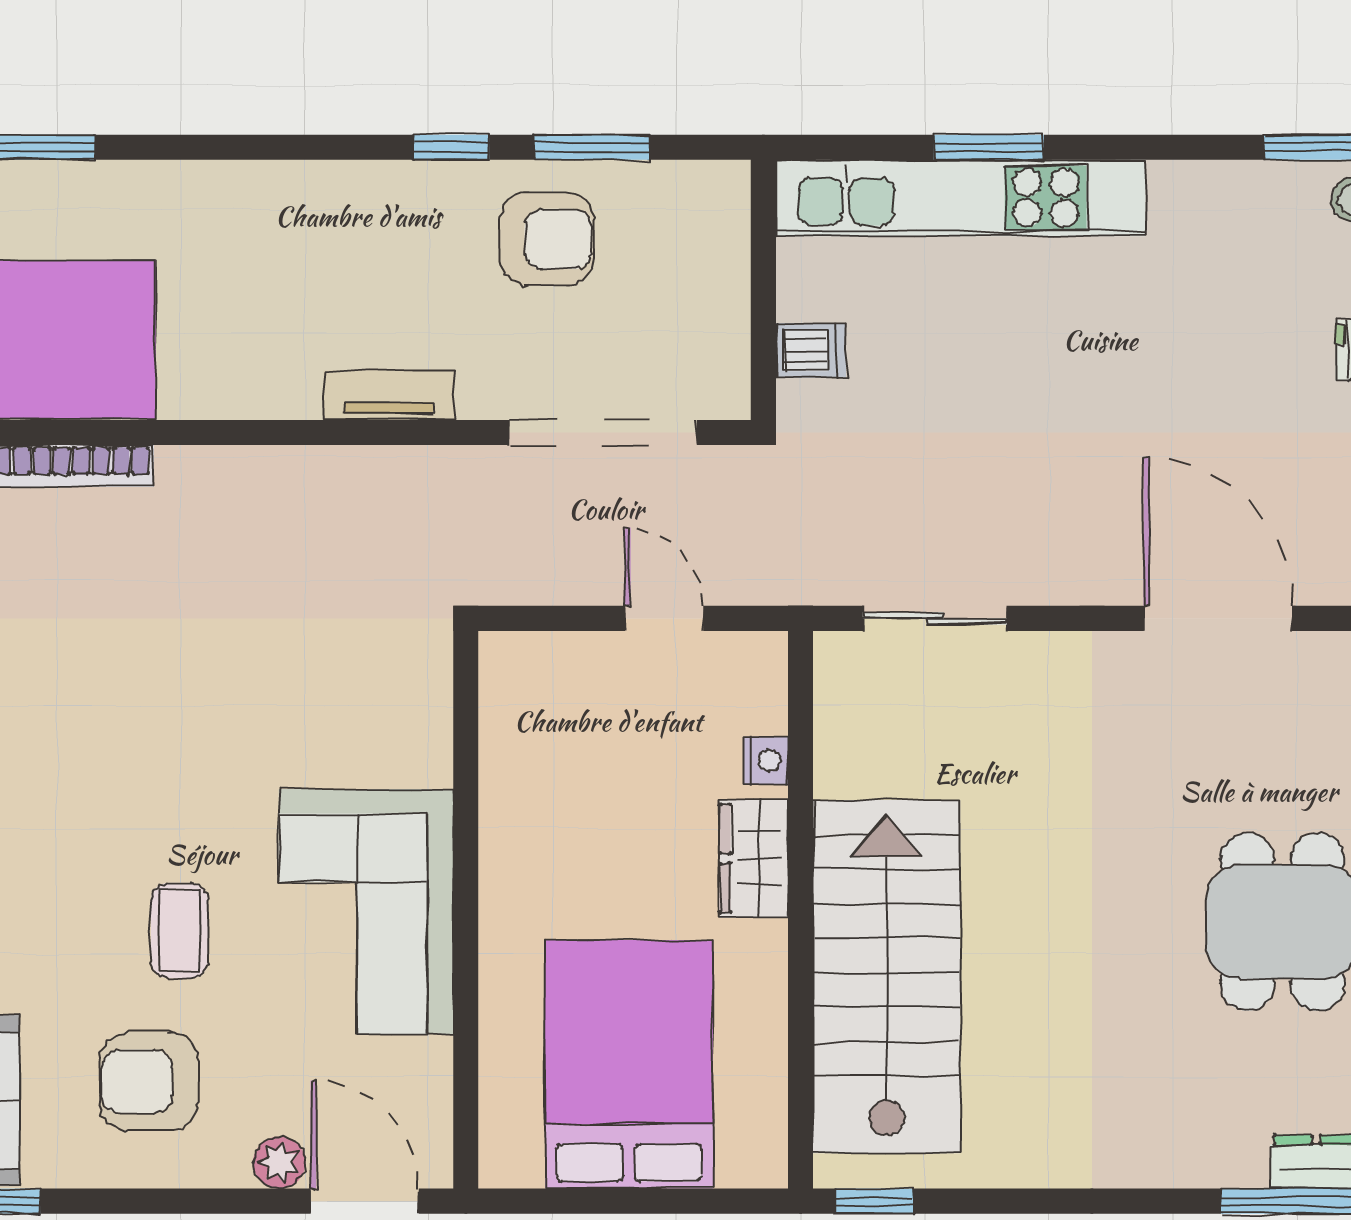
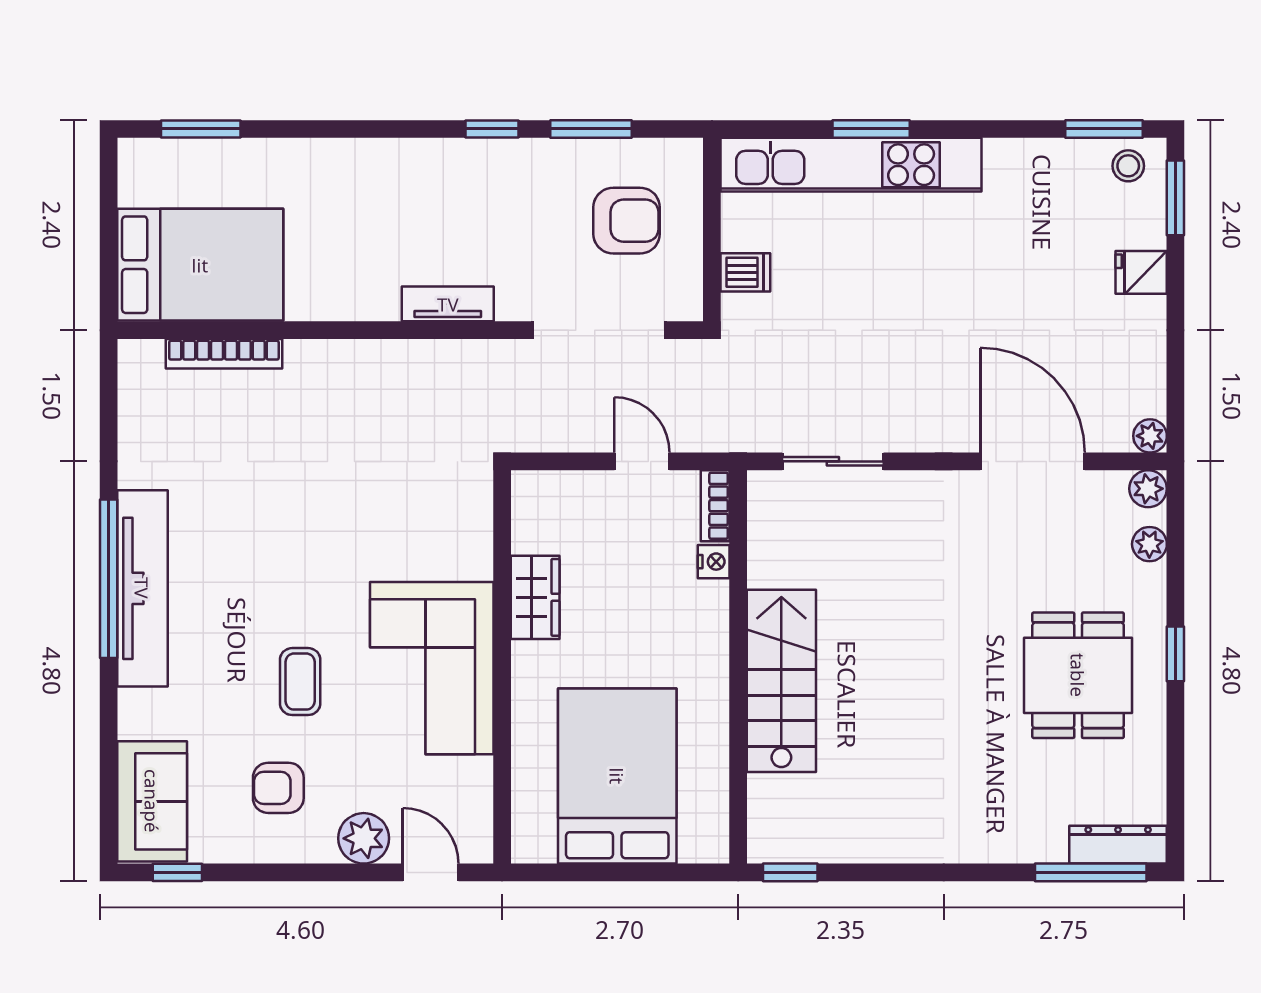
armchair: (547, 239) -> (627, 221), moved
bookcase: (768, 681) -> (715, 506), added
wardrobe: (754, 858) -> (535, 597), moved, turned 180
stairs: (887, 977) -> (781, 681), width x0.73, depth x0.66
armchair: (149, 1081) -> (278, 788), width x0.72, depth x0.72
plant: (279, 1163) -> (364, 838), width x1.38, depth x1.38
door: (365, 1201) -> (431, 872), width x0.73

